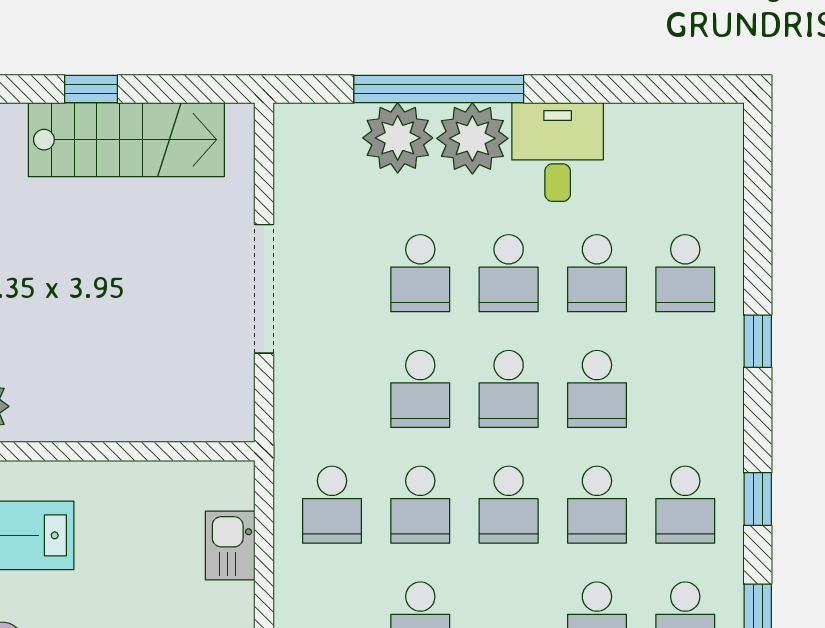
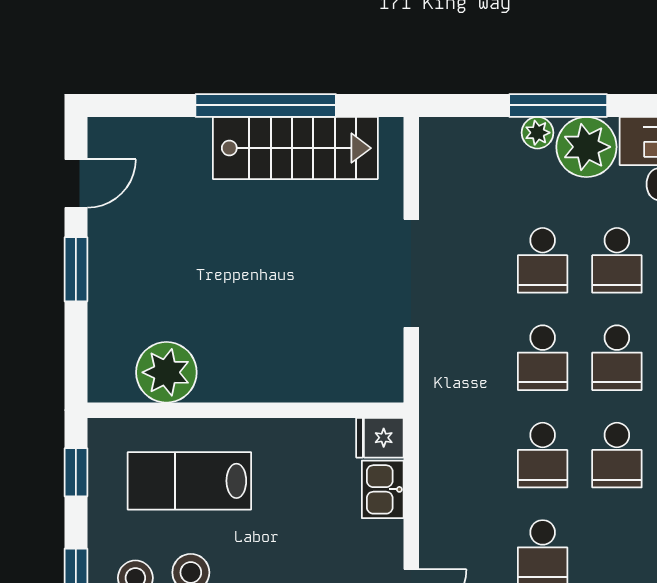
window: (91, 89) -> (266, 105), width x3.17
window: (439, 89) -> (558, 105), width x0.68
plant: (398, 138) -> (537, 133), width x0.53, depth x0.53
fridge: (227, 484) -> (380, 438), added
school desk: (332, 505) -> (468, 455), removed

